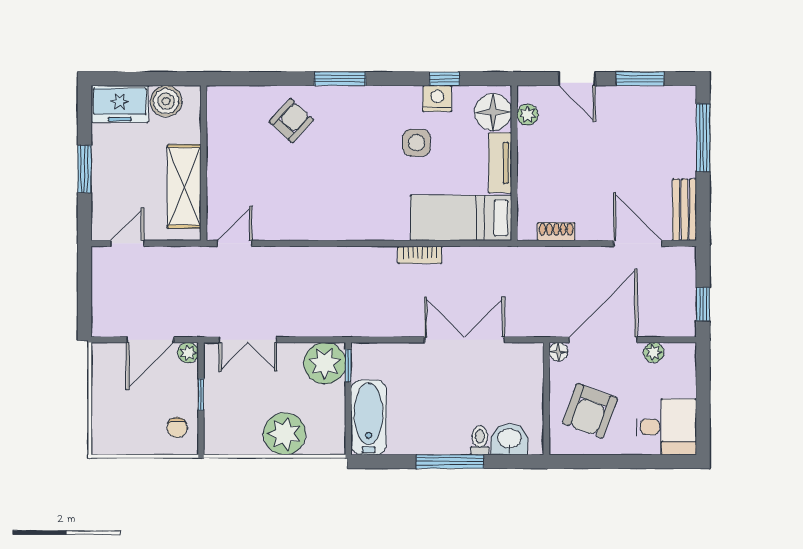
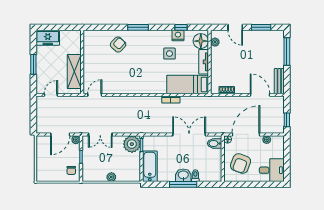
boiler: (166, 101) -> (67, 37), removed
bidet: (526, 362) -> (214, 143), added
plant: (285, 434) -> (111, 177), width x0.53, depth x0.53
washbasin: (509, 439) -> (183, 175), moved

